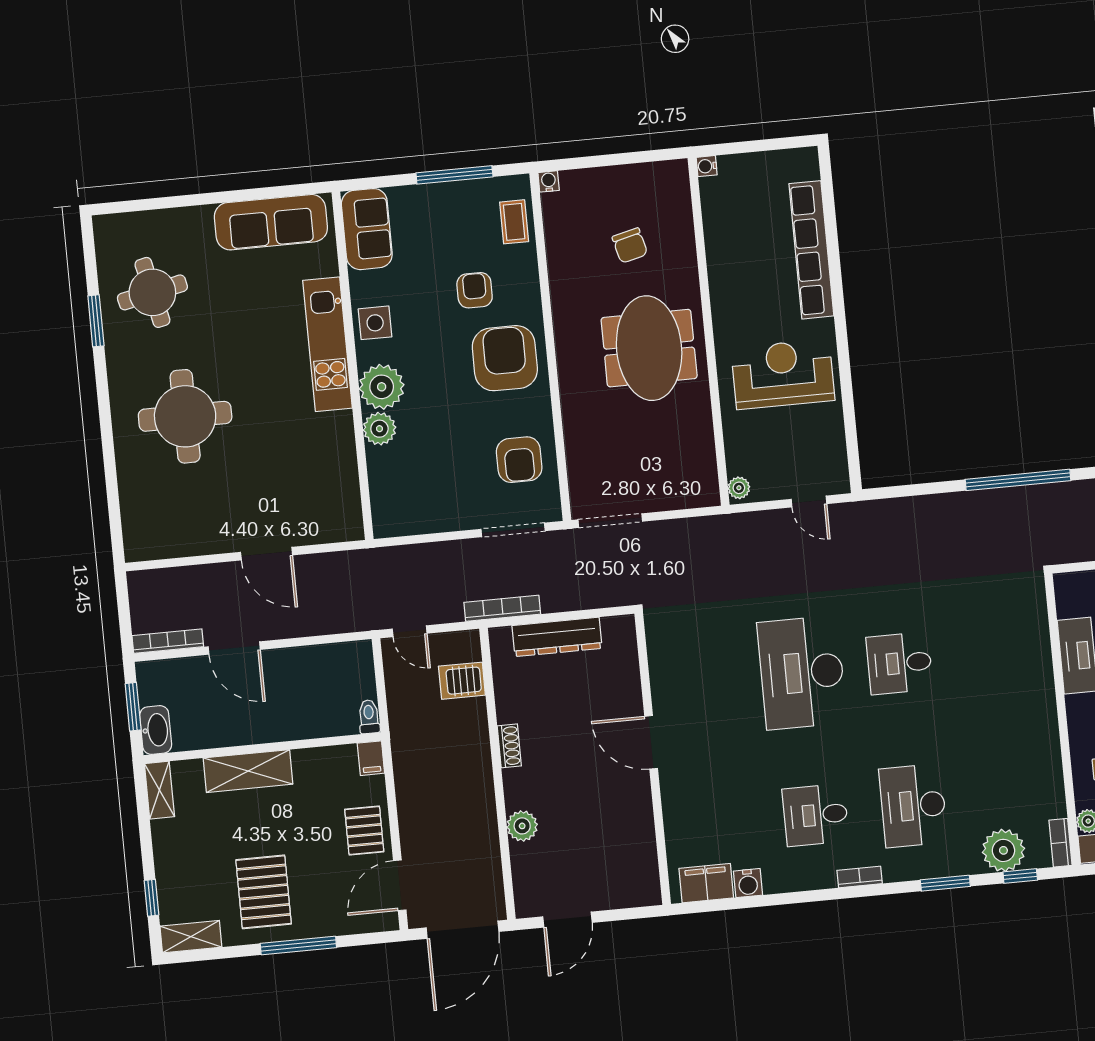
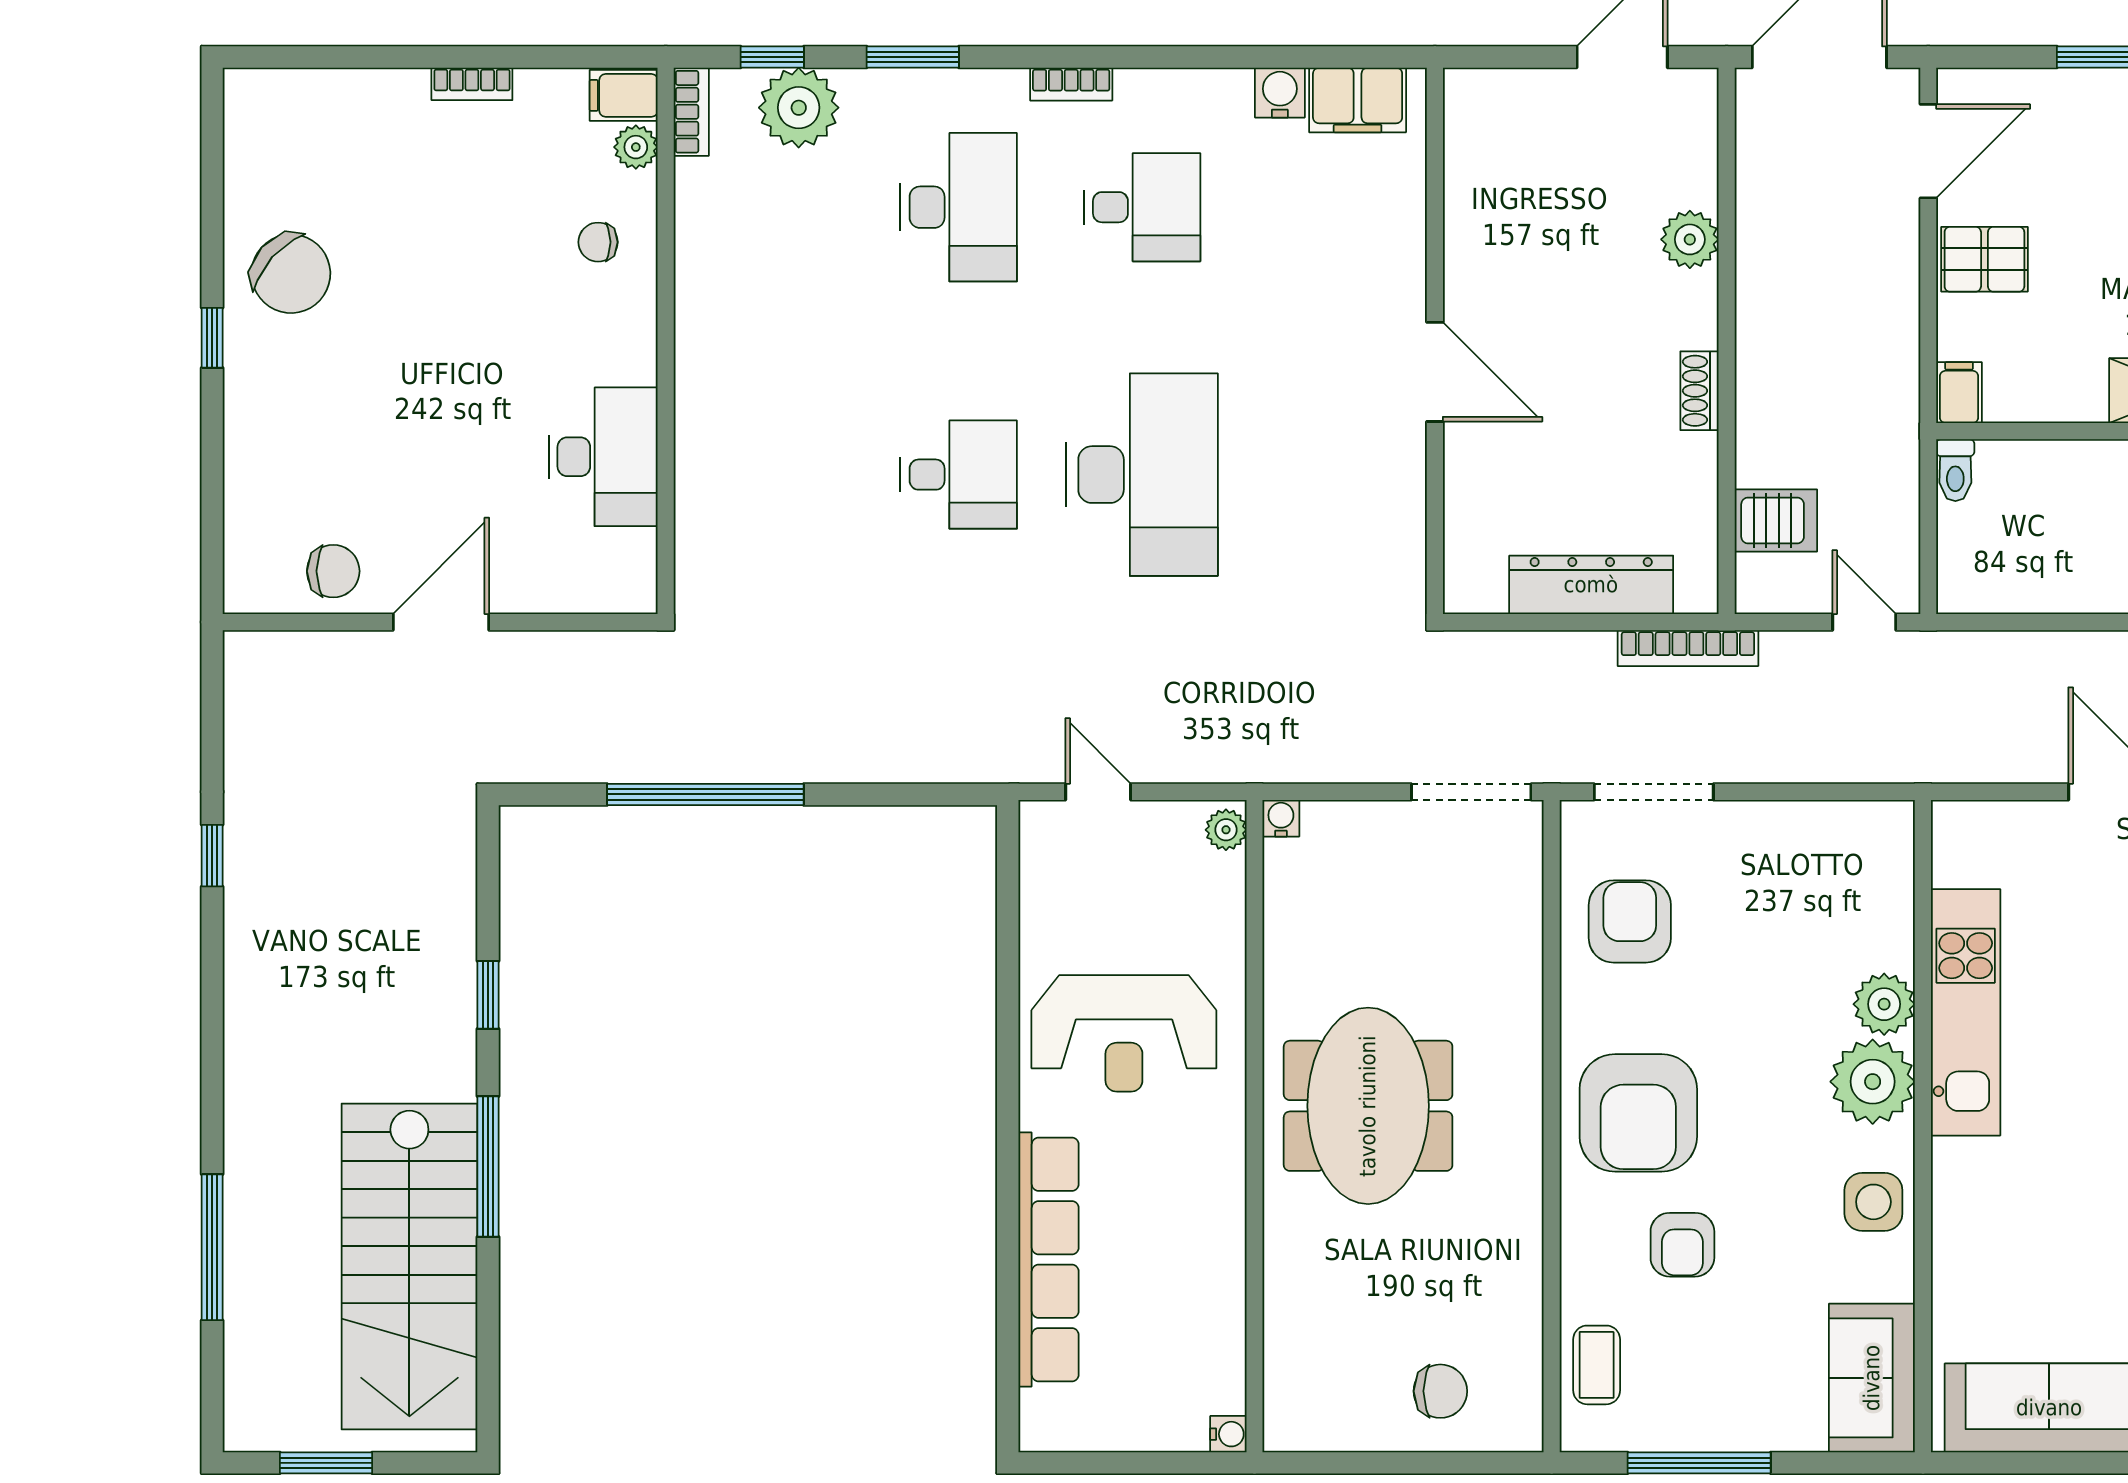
water cooler: (549, 181) -> (1281, 818), moved, turned 180
chair: (630, 246) -> (1440, 1391), moved, turned 104
kitchen unit: (328, 344) -> (1966, 1012), moved
pallet: (364, 830) -> (1984, 259), turned 90

